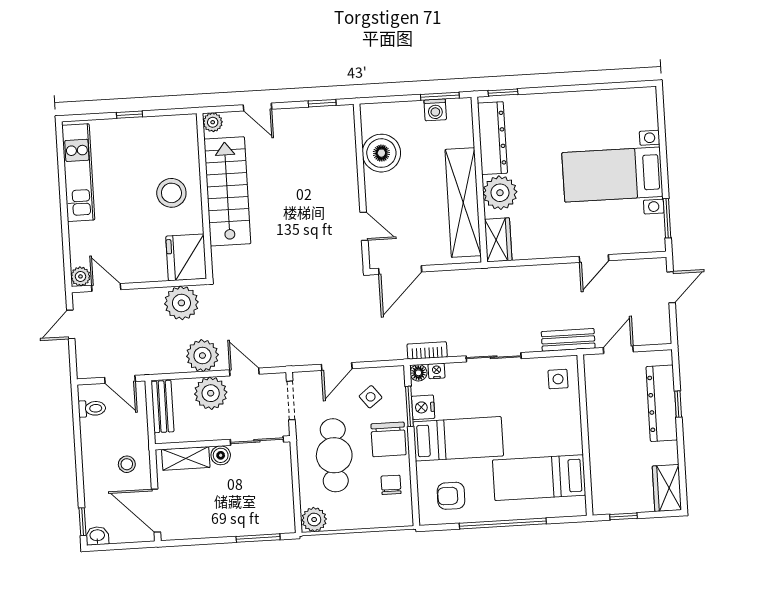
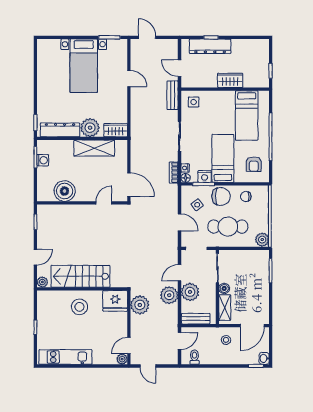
shelving: (463, 203) -> (94, 148), width x0.68
wardrobe: (667, 488) -> (230, 80), moved, turned 180

